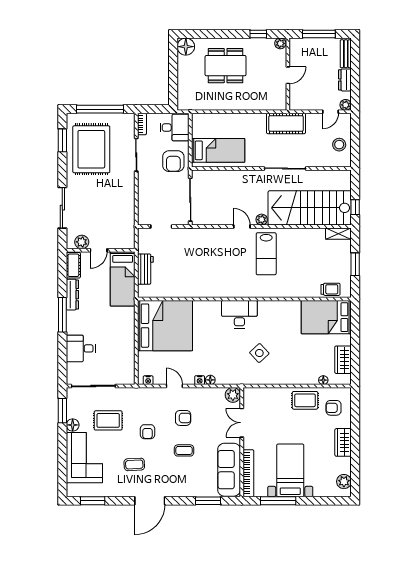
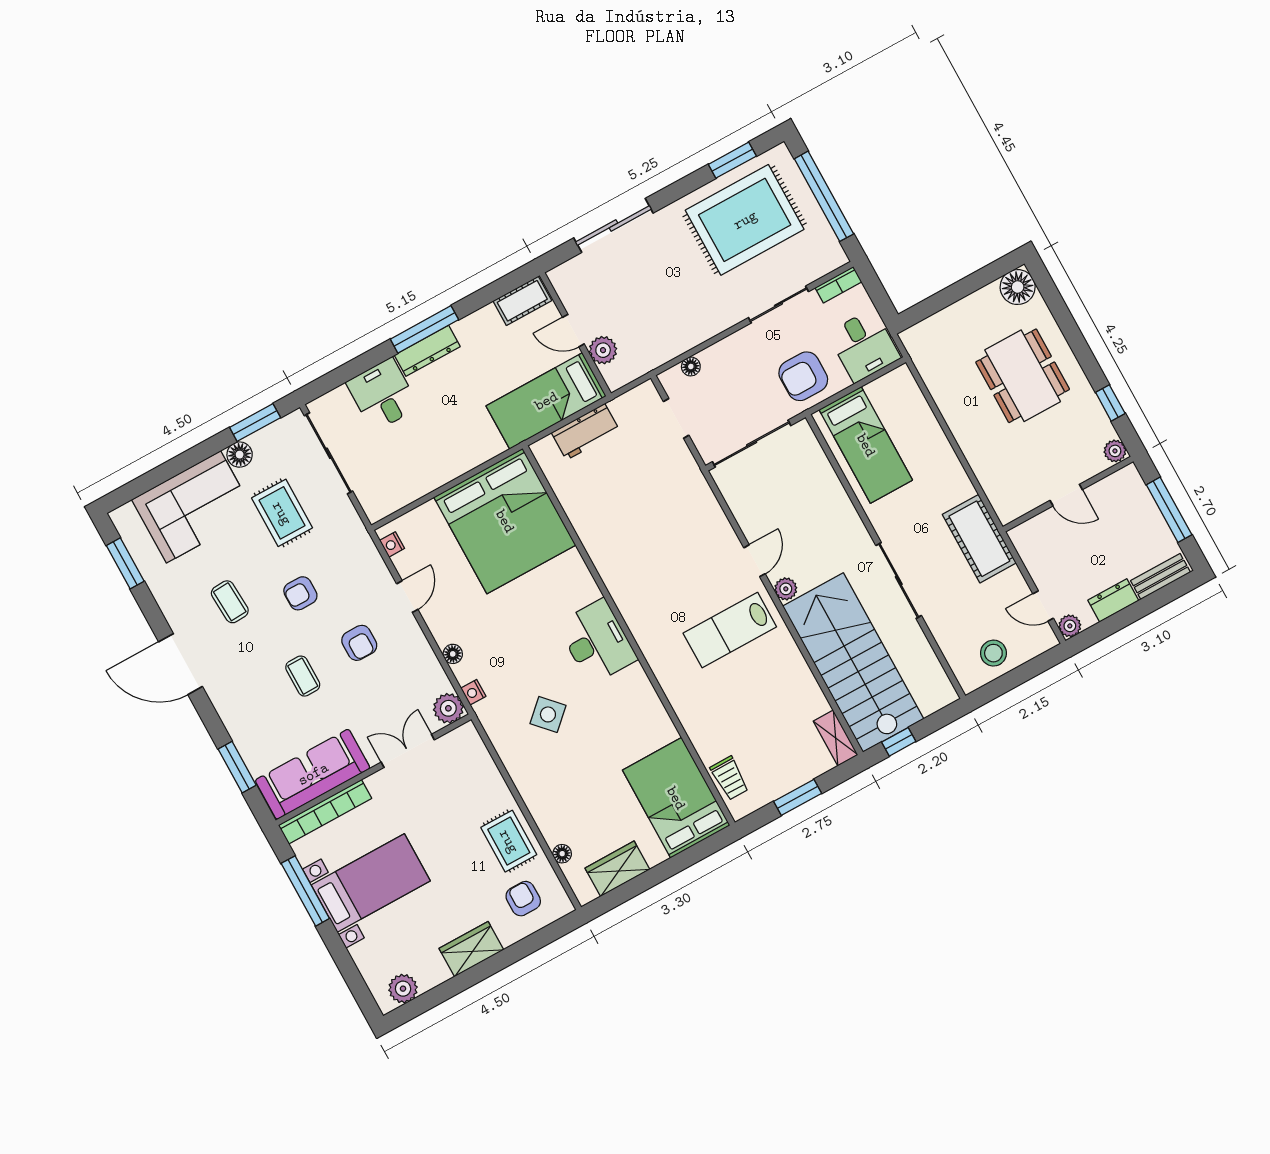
floor lamp: (142, 208) -> (691, 367), added
plant: (82, 242) -> (603, 350), moved
dresser: (72, 295) -> (427, 351), moved
nightstand: (200, 380) -> (473, 692), moved

